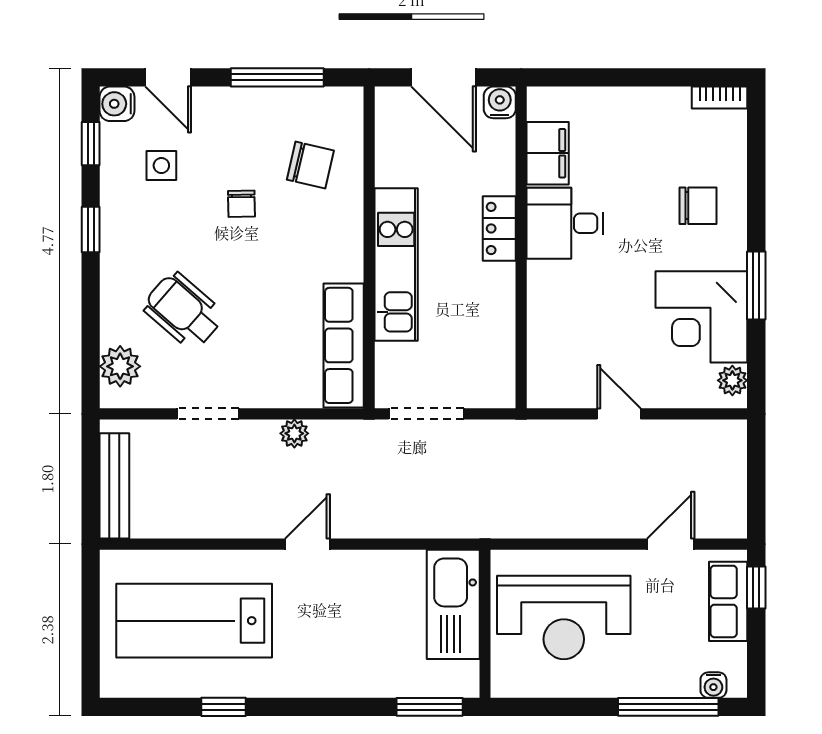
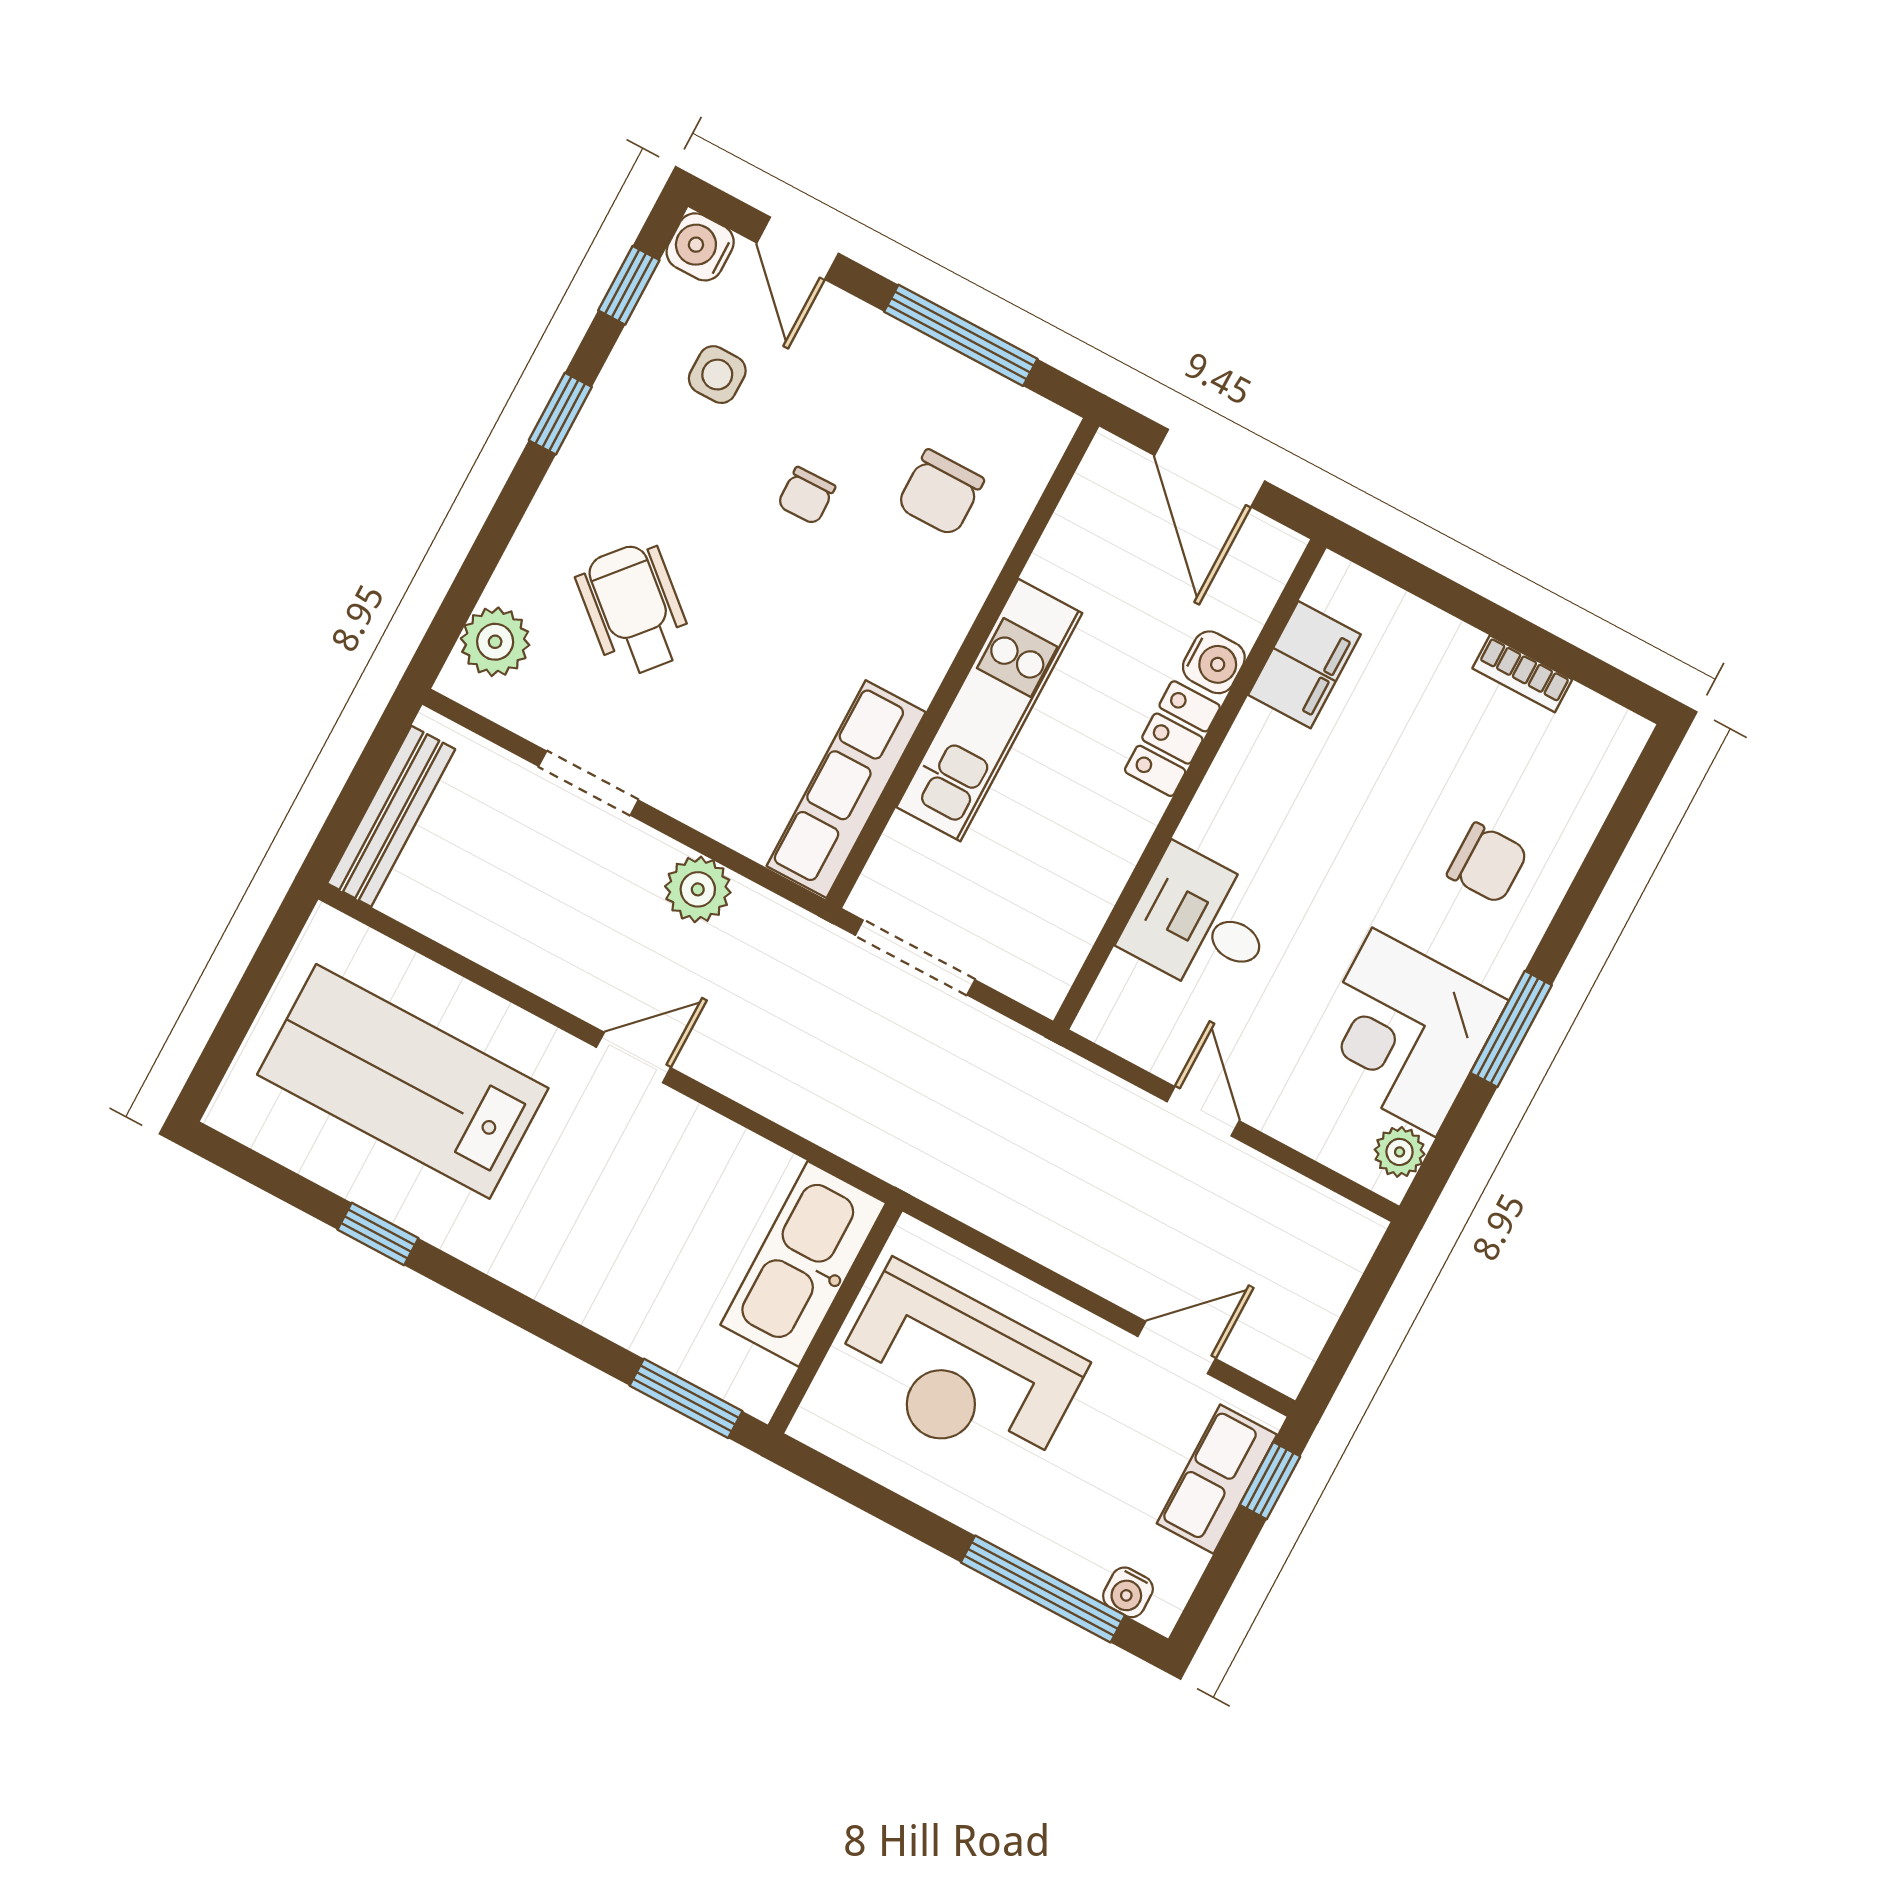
bookcase: (720, 98) -> (1522, 674), moved
water cooler: (500, 102) -> (1214, 662), moved, turned 90
chair: (310, 165) -> (940, 493), turned 77
desk: (565, 223) -> (1200, 923), moved
plant: (294, 433) -> (698, 889), width x1.38, depth x1.38

